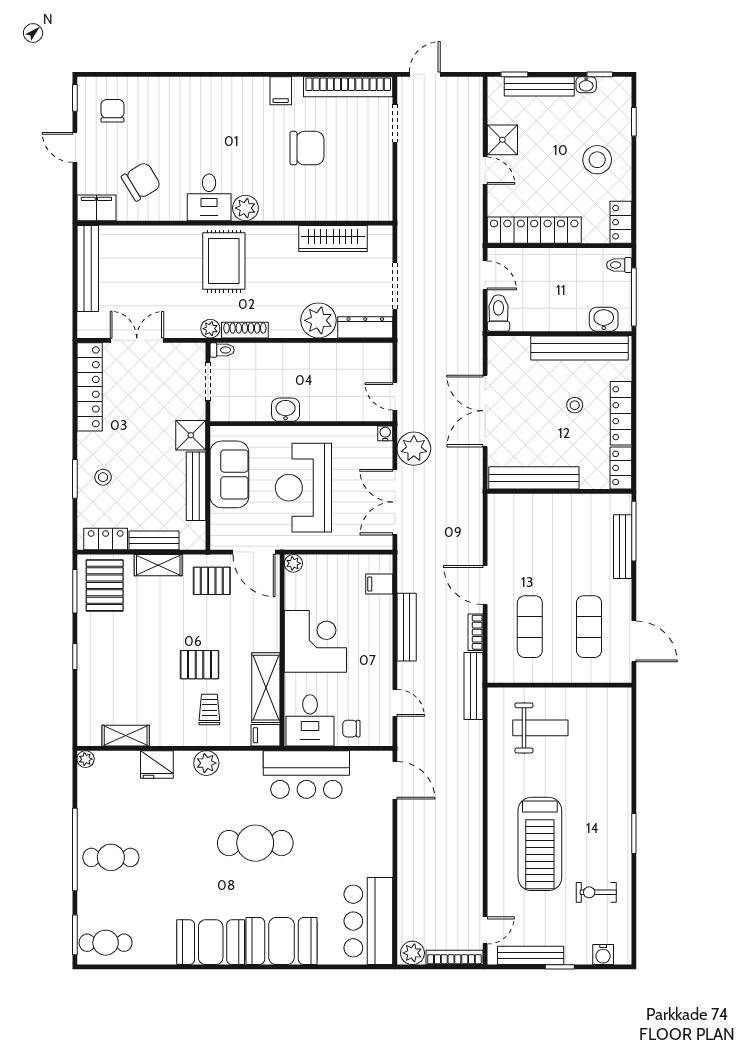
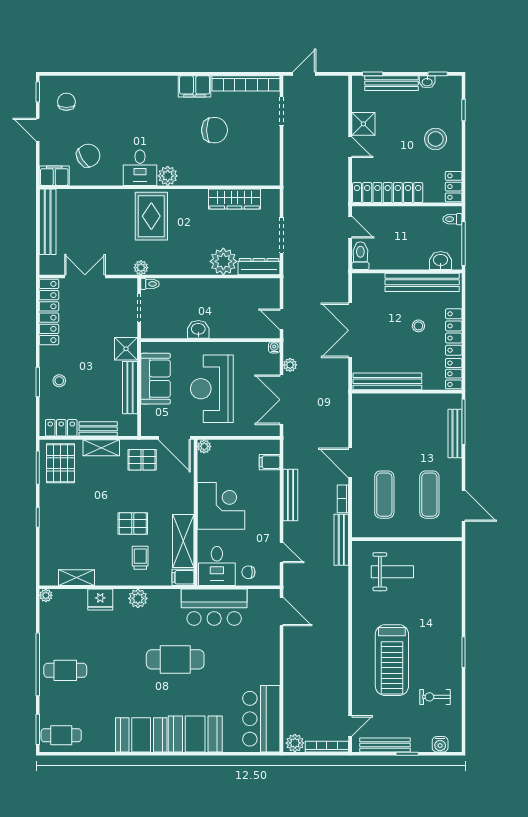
filing cabinet: (281, 91) -> (195, 86), width x2.00
shoe rack: (245, 330) -> (167, 269), removed
plant: (414, 449) -> (290, 365), width x0.53, depth x0.53

